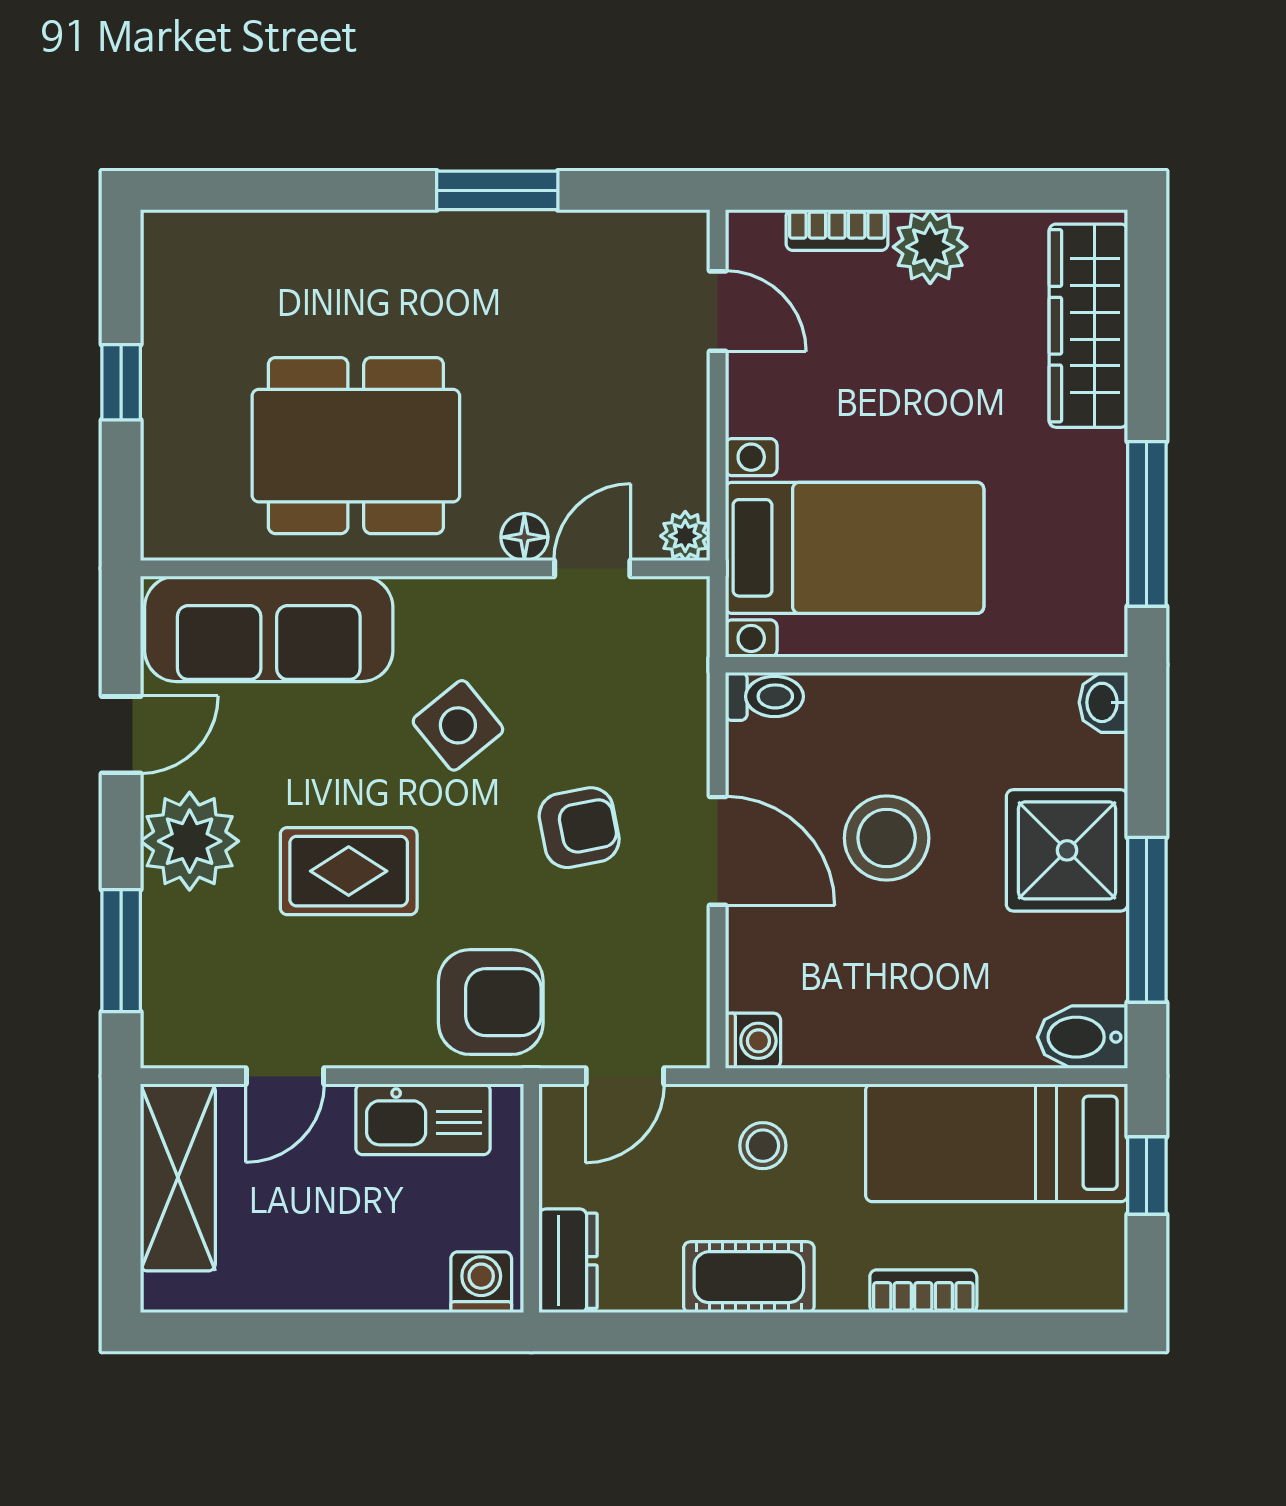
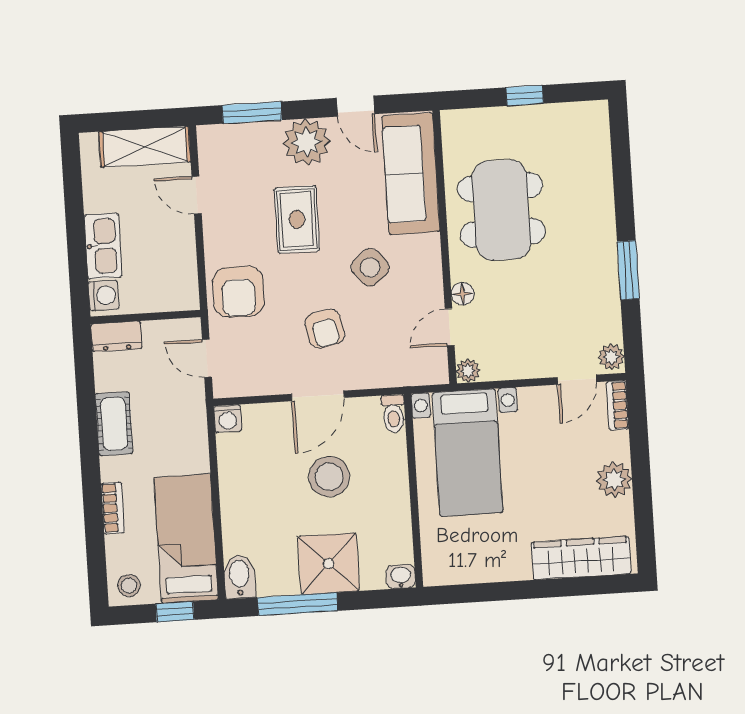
bookcase: (837, 230) -> (618, 405), moved
plant: (675, 237) -> (611, 357), added
window: (1147, 524) -> (488, 592), removed
door: (592, 568) -> (450, 327), swing flipped
kitchen sink: (423, 1119) -> (103, 246), moved, turned 180
stool: (763, 1146) -> (129, 586), moved

